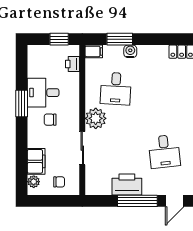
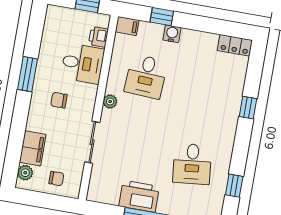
window: (120, 39) -> (162, 17), width x0.67
desk: (43, 93) -> (83, 63), moved, turned 180
plant: (96, 118) -> (110, 101), width x0.53, depth x0.53

